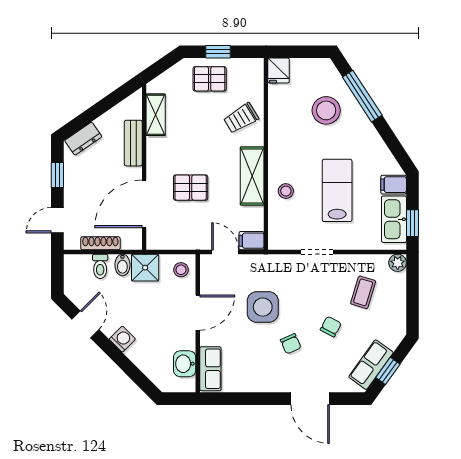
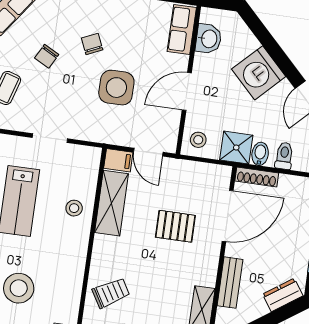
shelving: (252, 176) -> (112, 203), moved
shoe rack: (100, 243) -> (257, 177), moved
washing machine: (122, 339) -> (259, 73), width x1.89, depth x1.89

